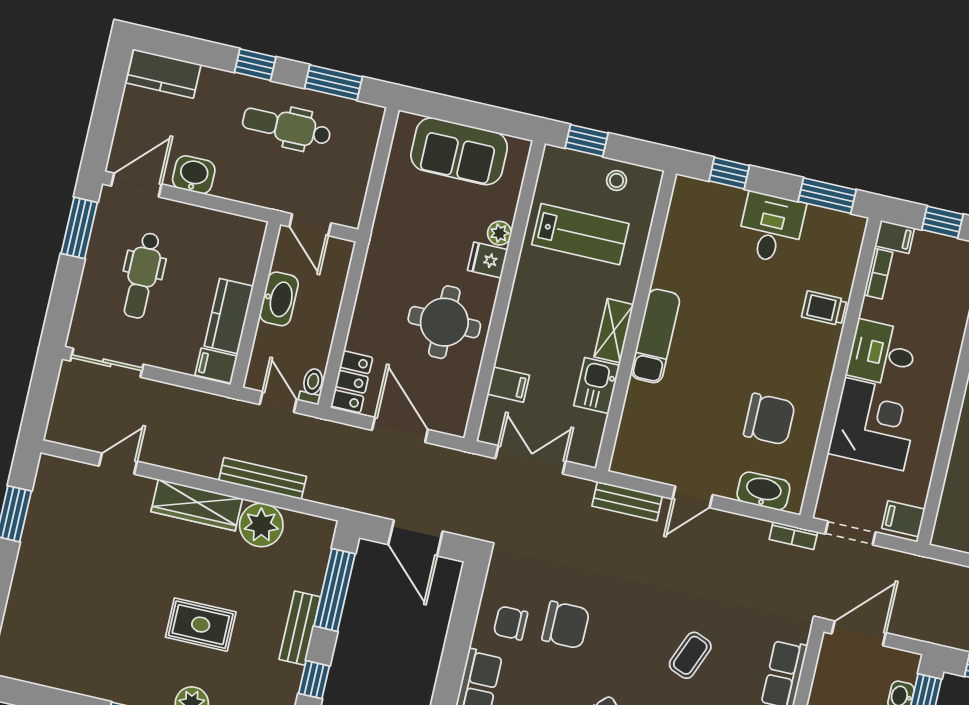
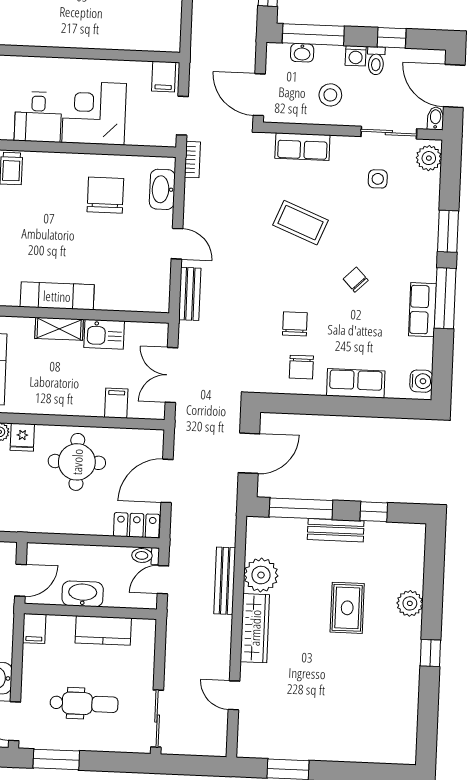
filing cabinet: (216, 366) -> (34, 629), moved
chair: (566, 625) -> (295, 324), width x0.73, depth x0.73
coffee table: (690, 655) -> (301, 223), width x1.36, depth x1.30

